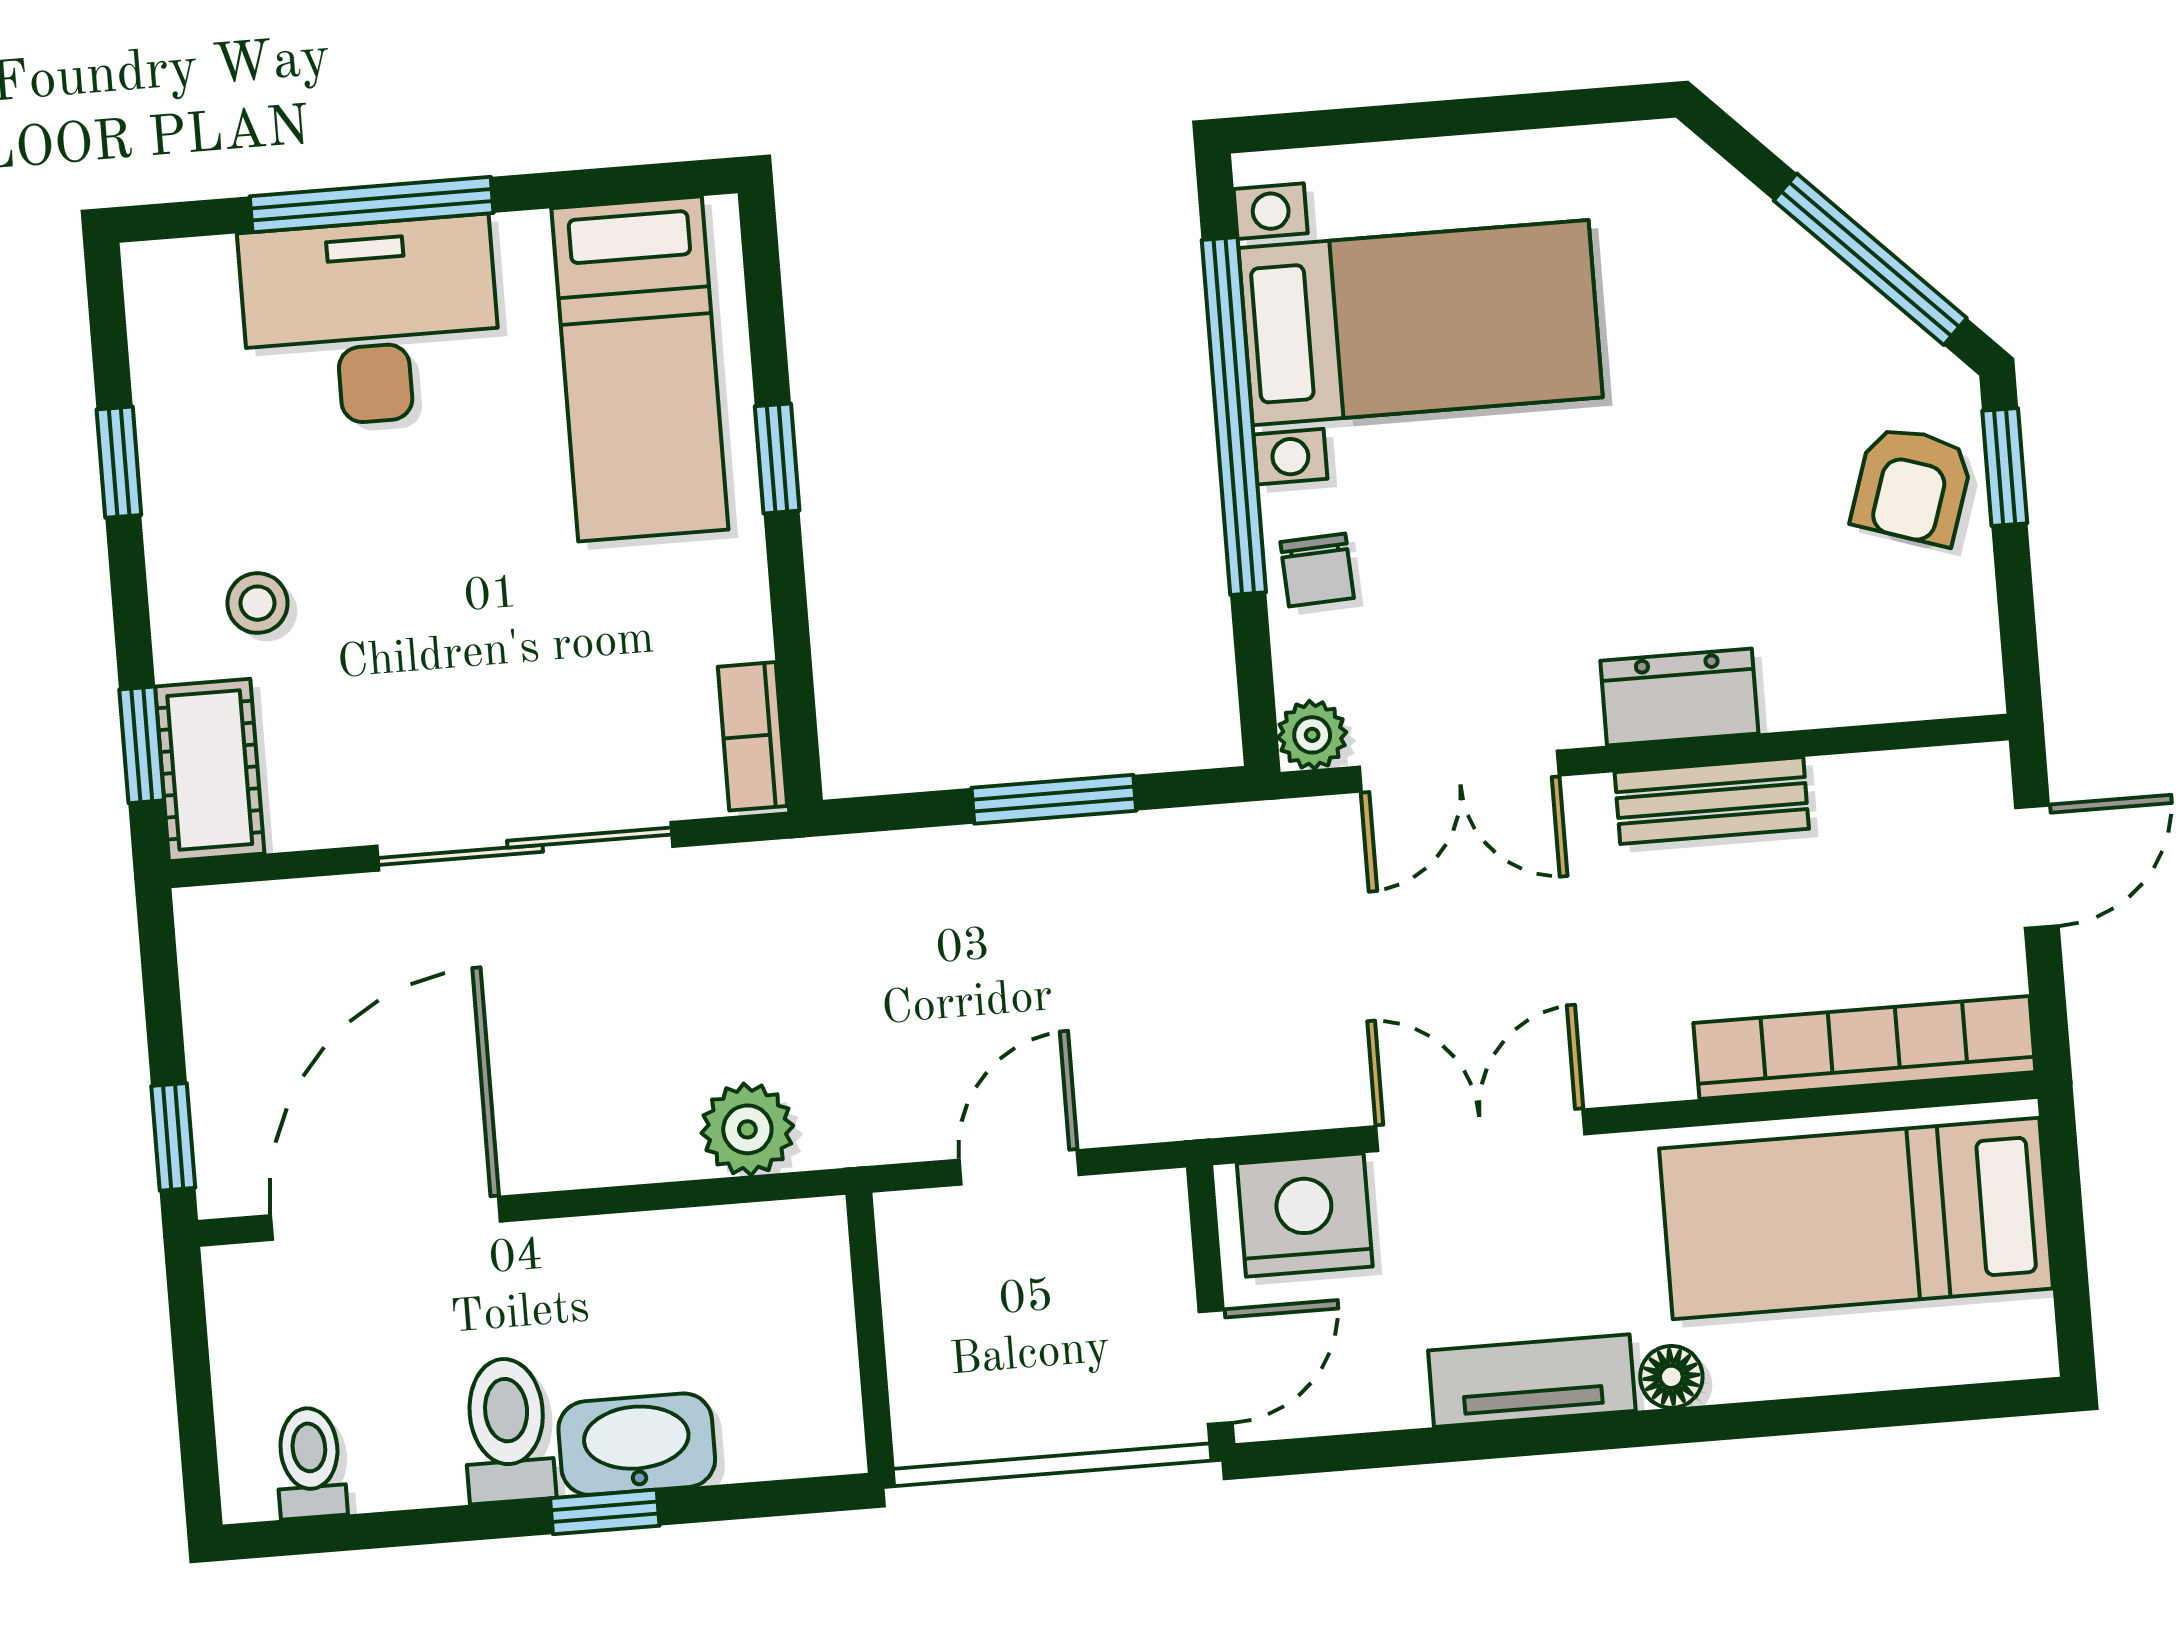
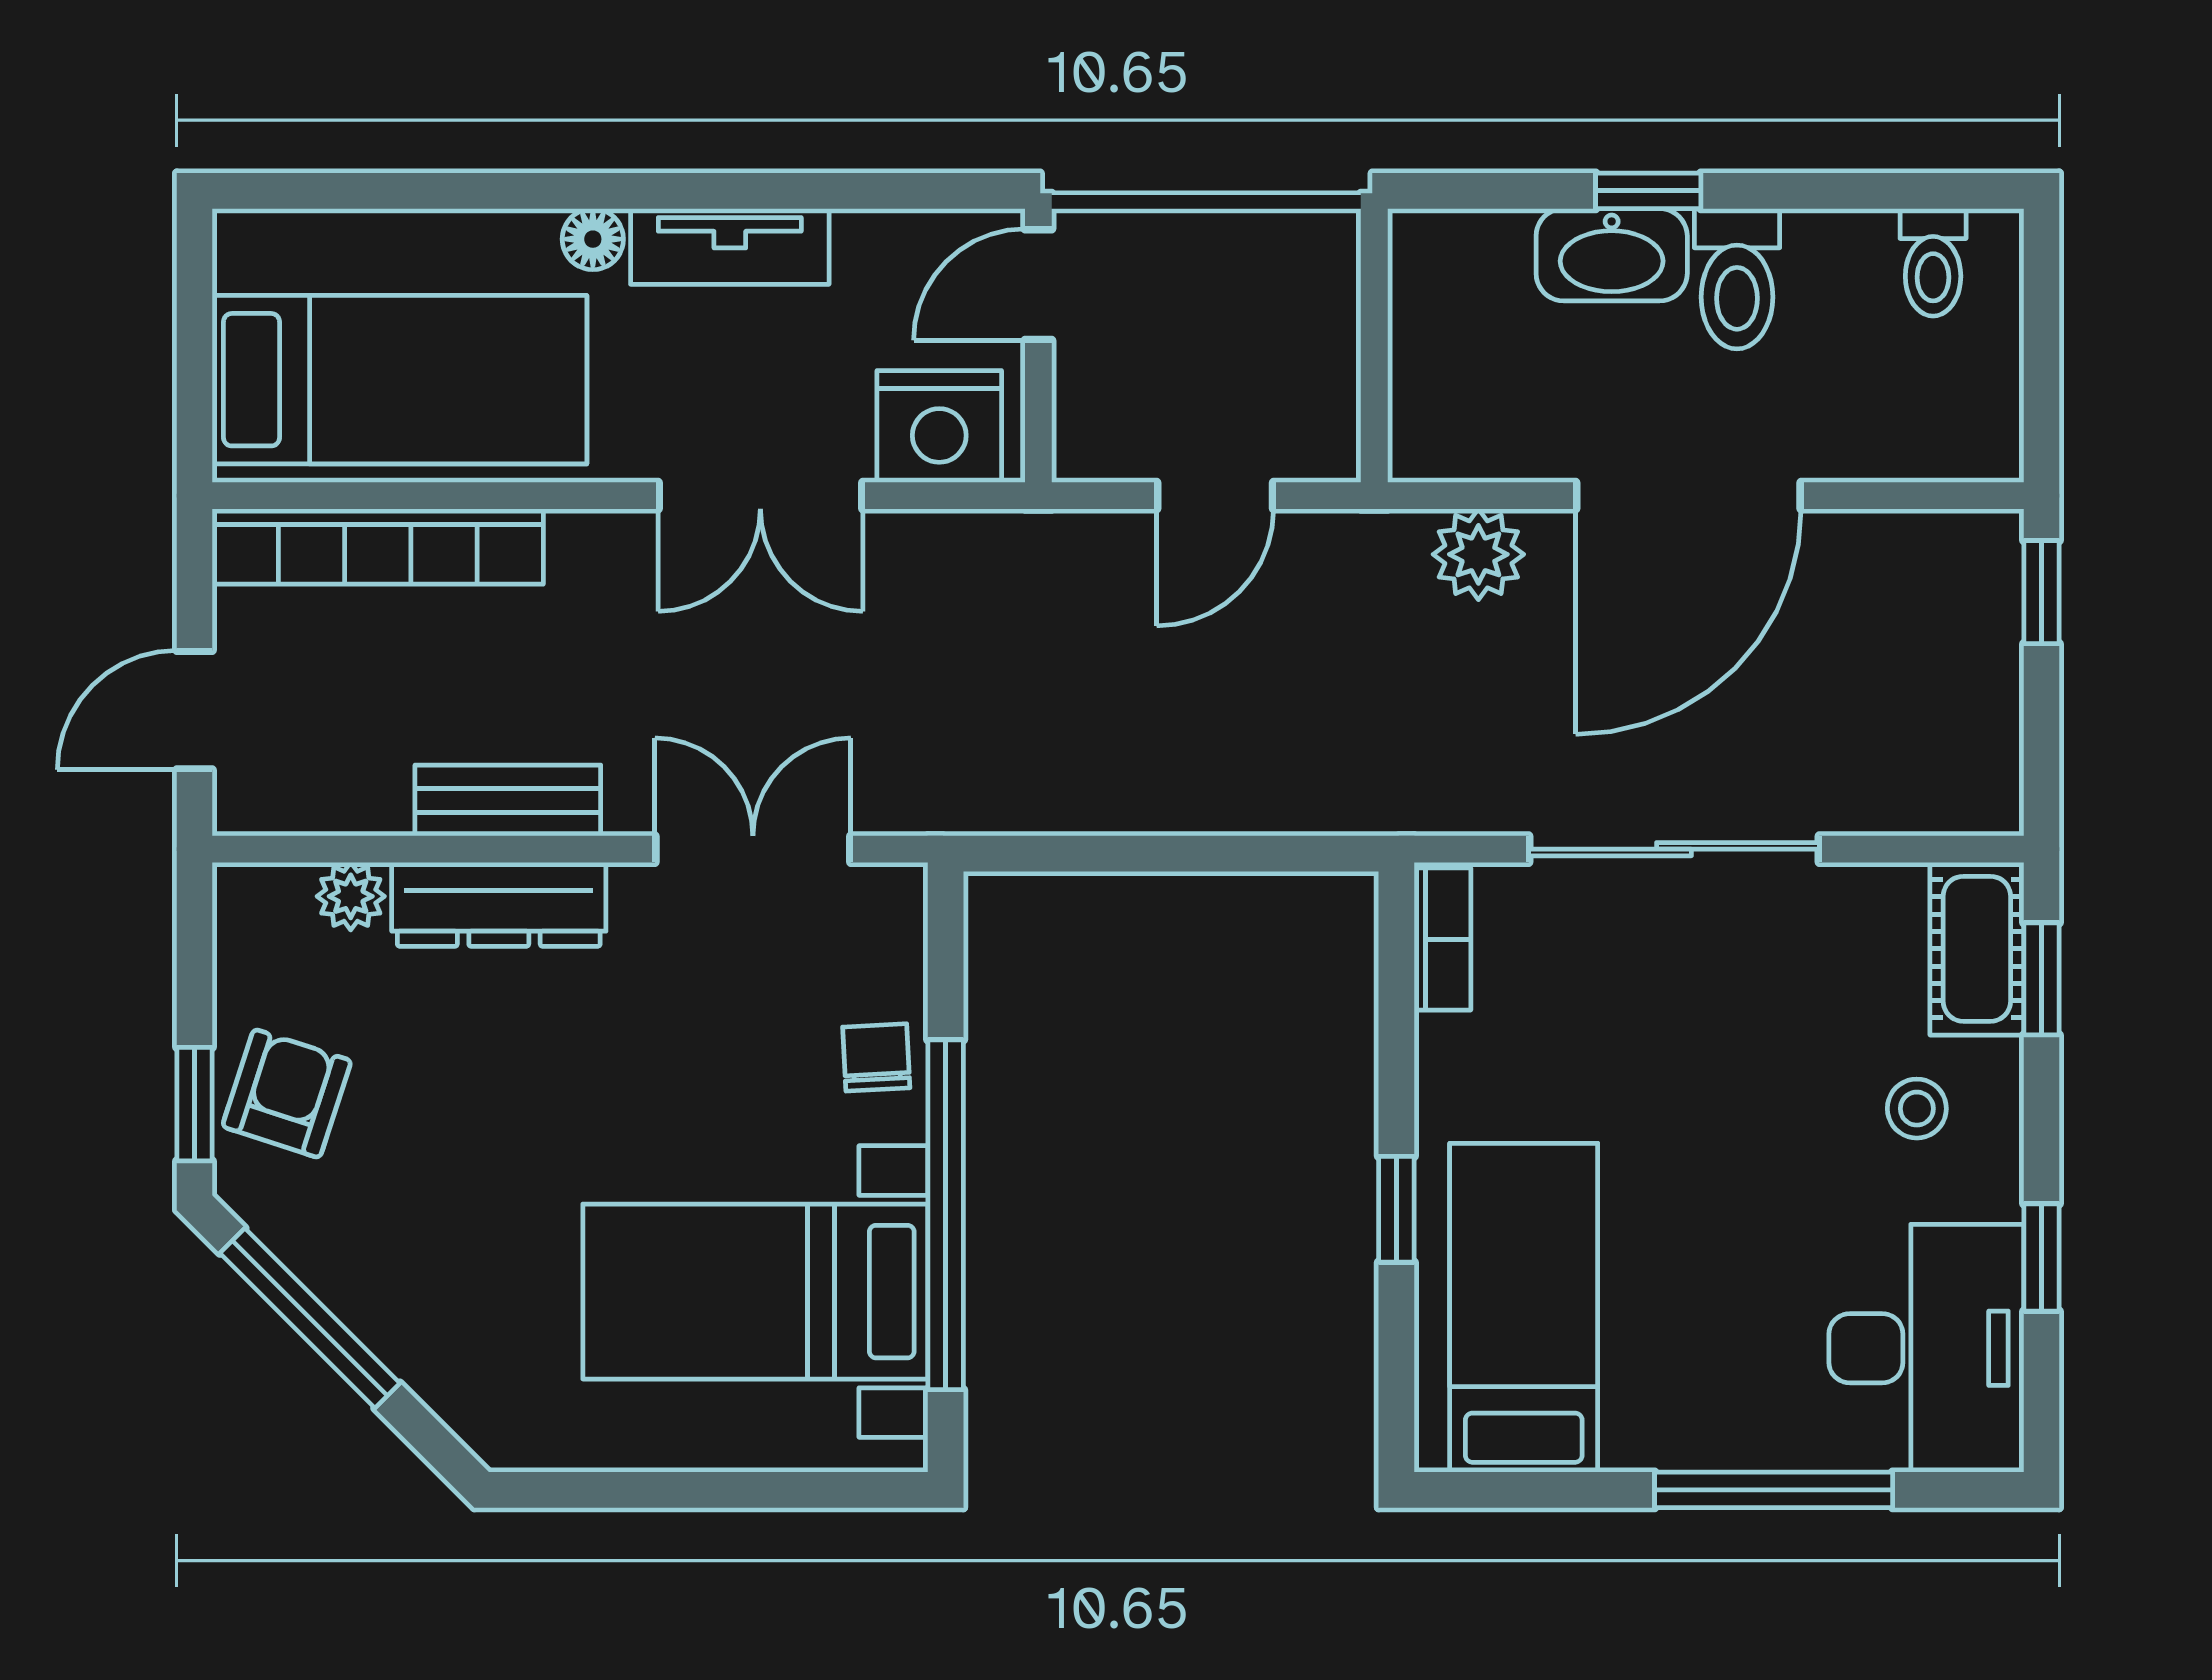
desk: (371, 322) -> (1926, 1348), moved, turned -90
dresser: (1679, 697) -> (499, 904), width x1.44
plant: (1312, 735) -> (351, 896), moved
window: (1054, 799) -> (1152, 854), removed
door: (386, 1218) -> (1688, 496), moved

